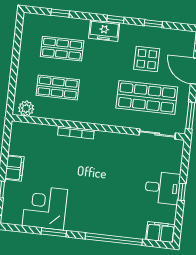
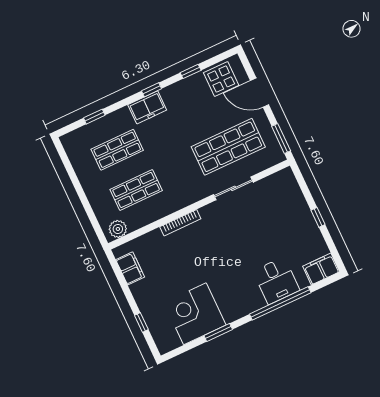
display table: (147, 59) -> (221, 79), moved
sliding door: (157, 134) -> (233, 188), moved
filing cabinet: (14, 168) -> (130, 268), moved
desk: (162, 188) -> (276, 281), moved, turned 90

